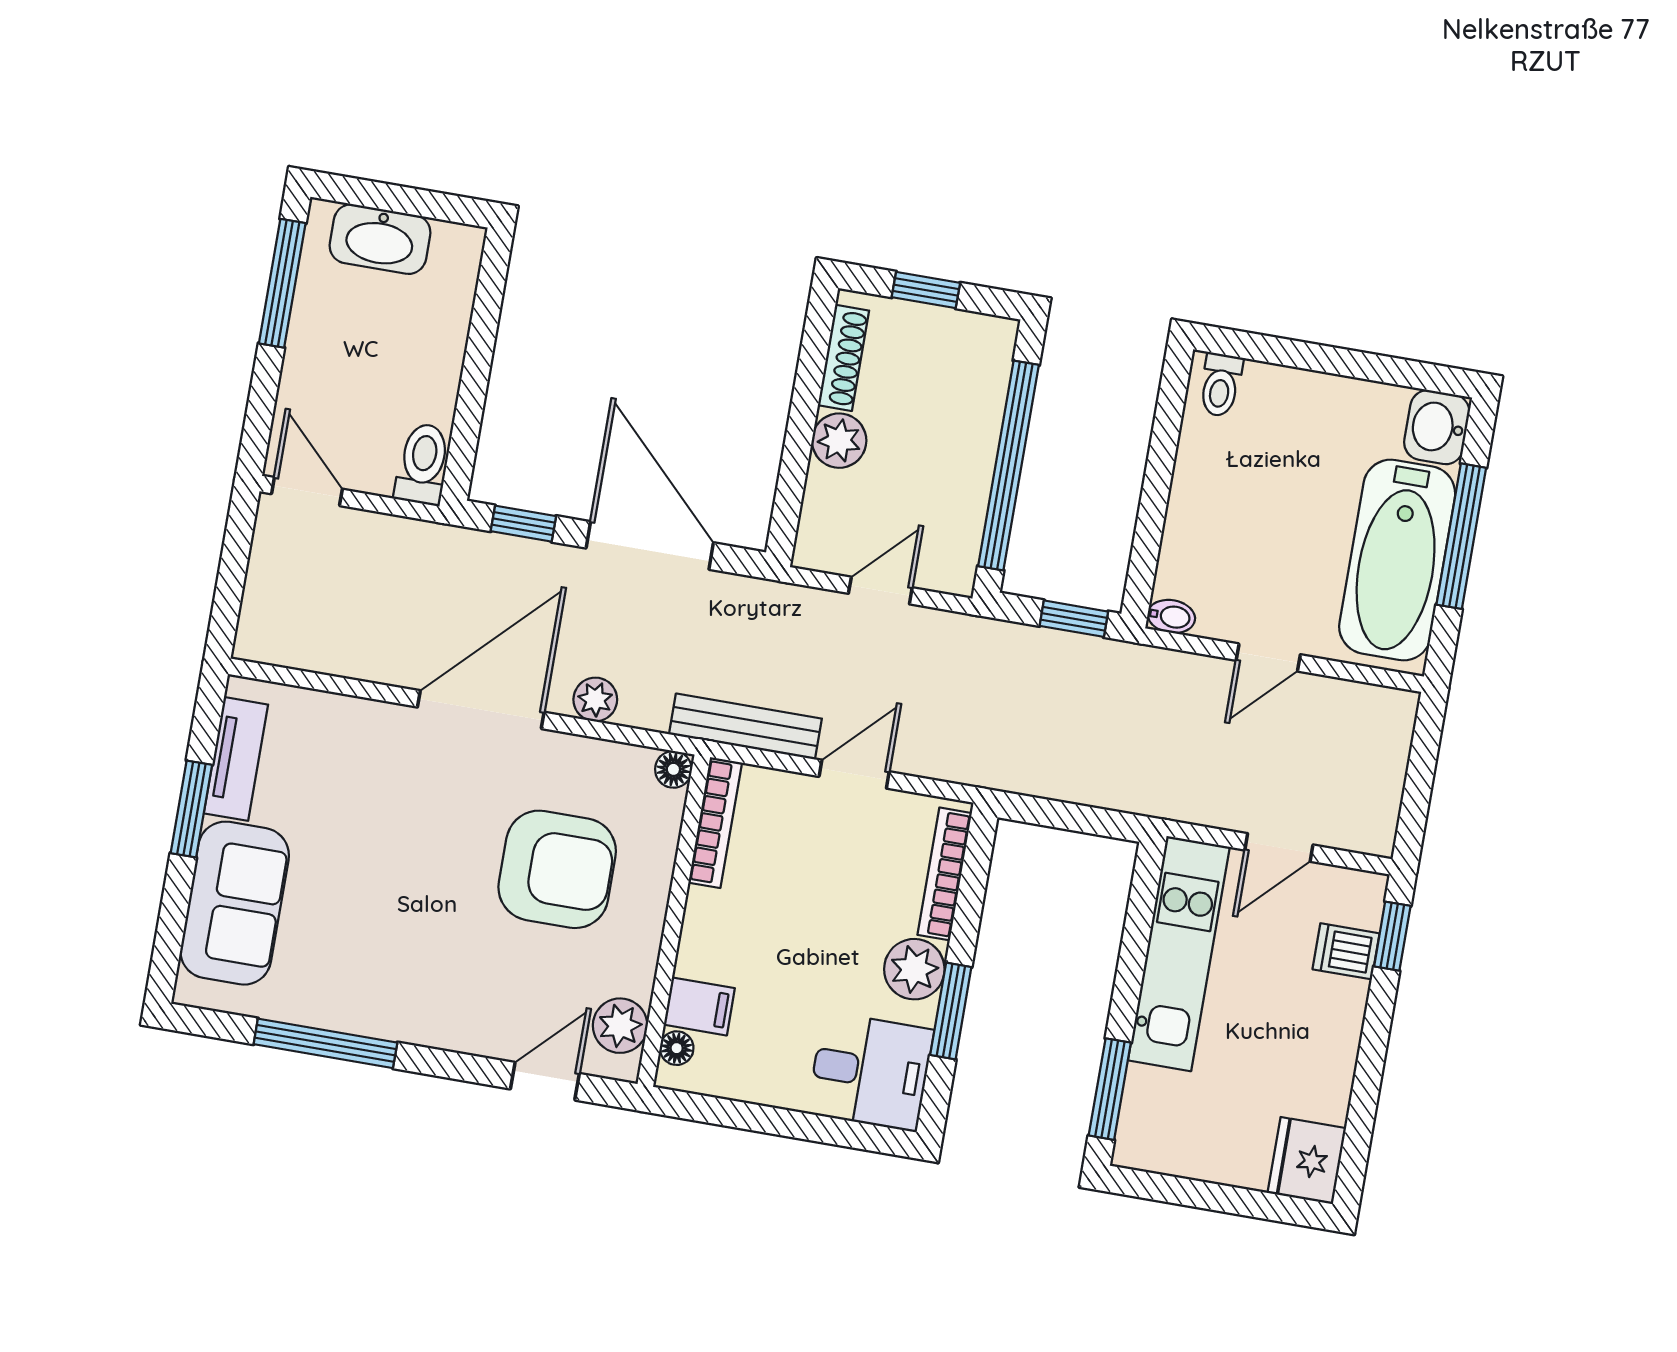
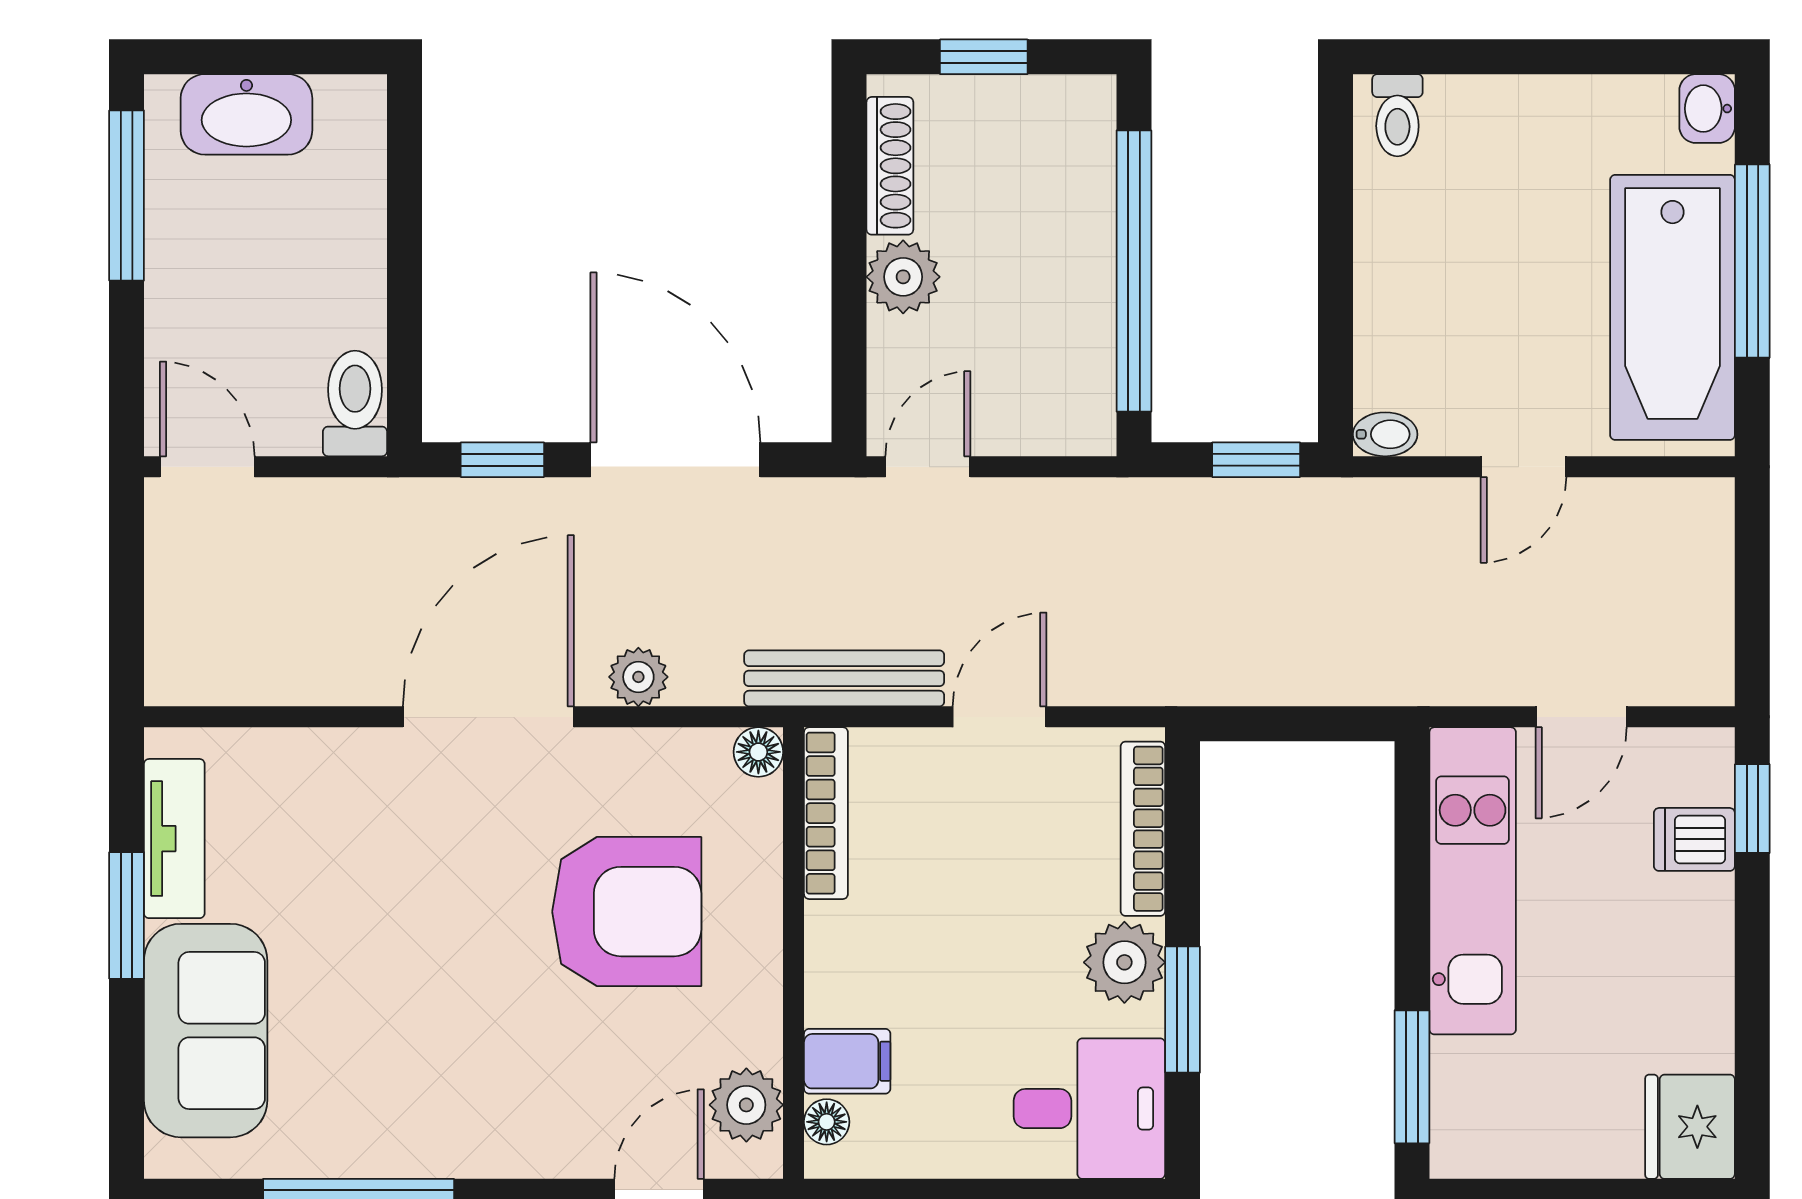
washbasin: (1437, 427) -> (1707, 109), width x0.72, depth x0.69
door: (880, 591) -> (928, 467), moved

